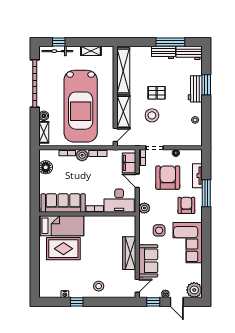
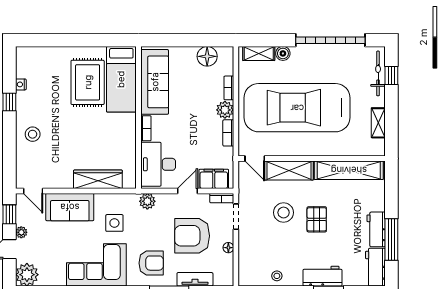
armchair: (168, 178) -> (192, 236), turned 180
wardrobe: (129, 253) -> (98, 179), moved

